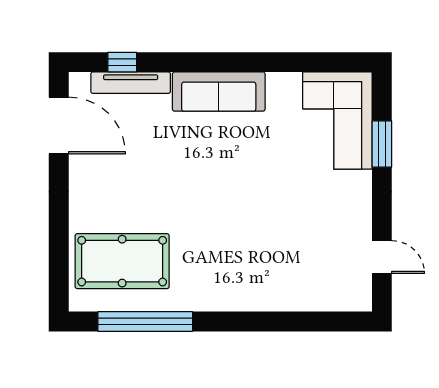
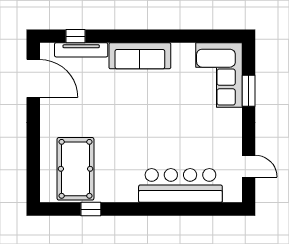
pool table: (122, 261) -> (75, 169), turned 90
bar counter: (280, 286) -> (180, 185), added
window: (145, 321) -> (91, 209), width x0.32

